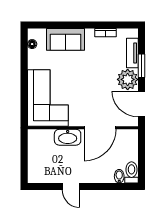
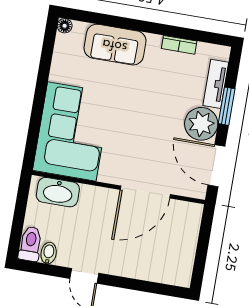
floor lamp: (32, 44) -> (65, 26), moved
washbasin: (68, 137) -> (58, 192), moved
toilet: (132, 172) -> (30, 244), moved
bidet: (119, 176) -> (49, 253), moved

